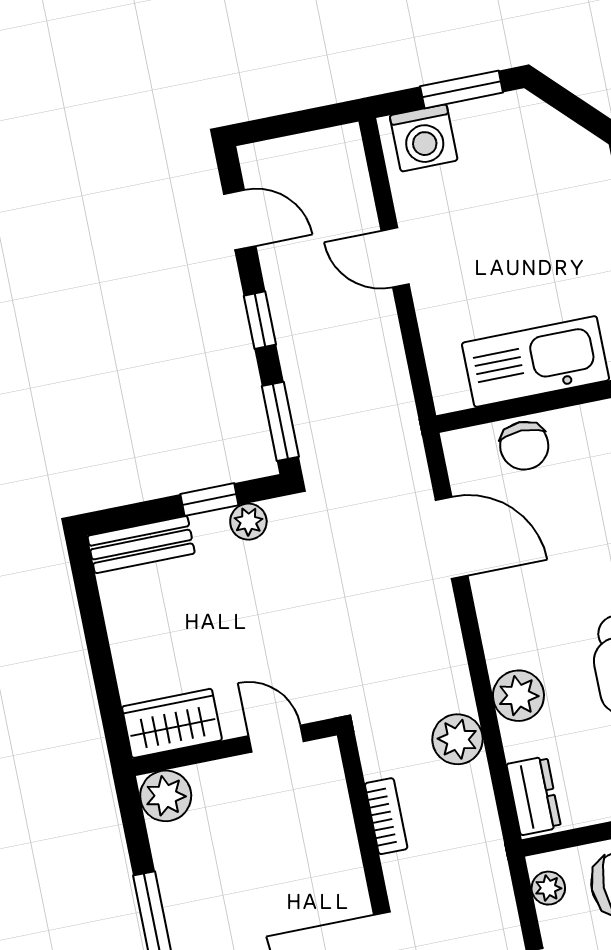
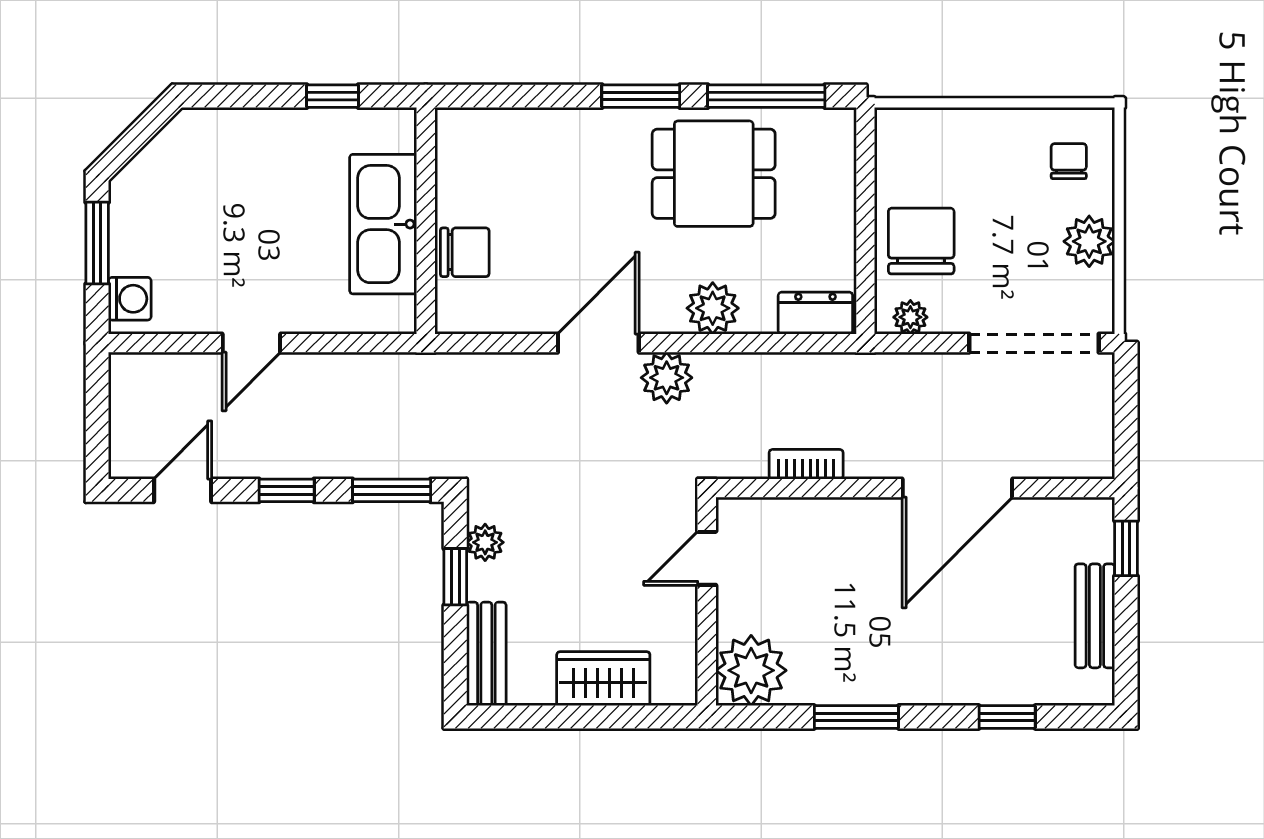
washing machine: (424, 138) -> (130, 299), width x0.73, depth x0.73
door: (452, 538) -> (598, 343), moved
wardrobe: (172, 723) -> (603, 679), moved, turned 90
plant: (457, 739) -> (667, 378), moved
plant: (166, 796) -> (751, 670), width x1.36, depth x1.36

